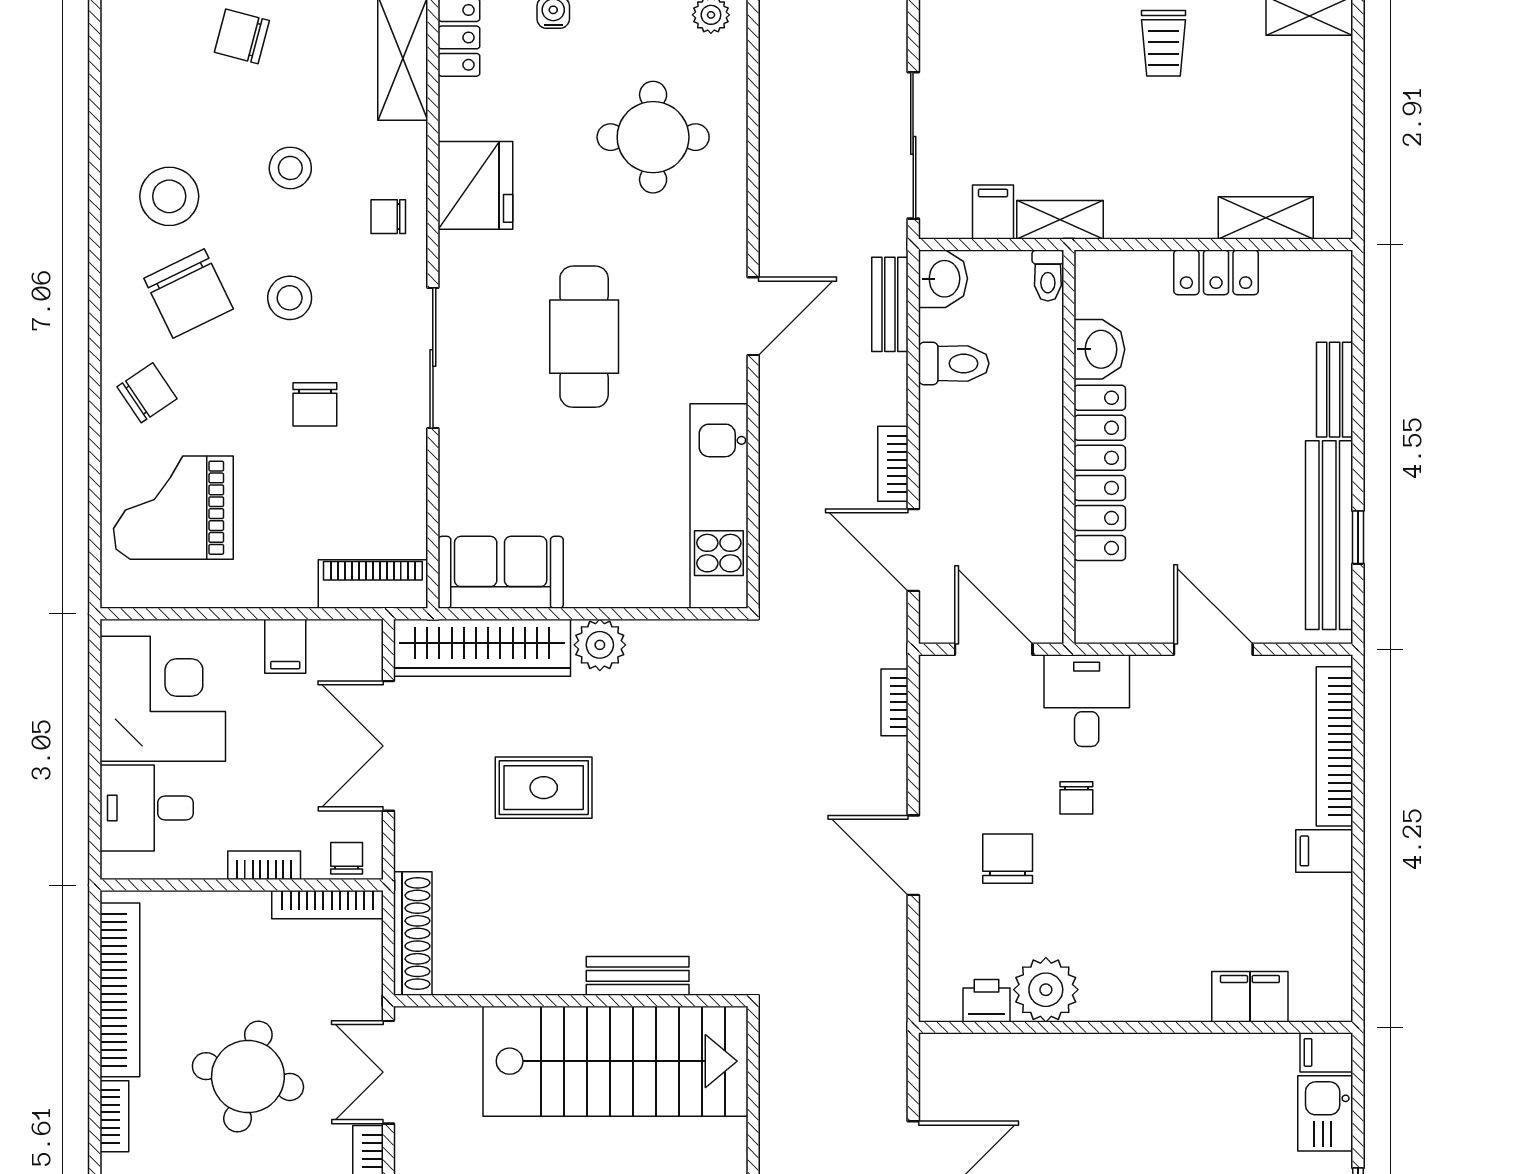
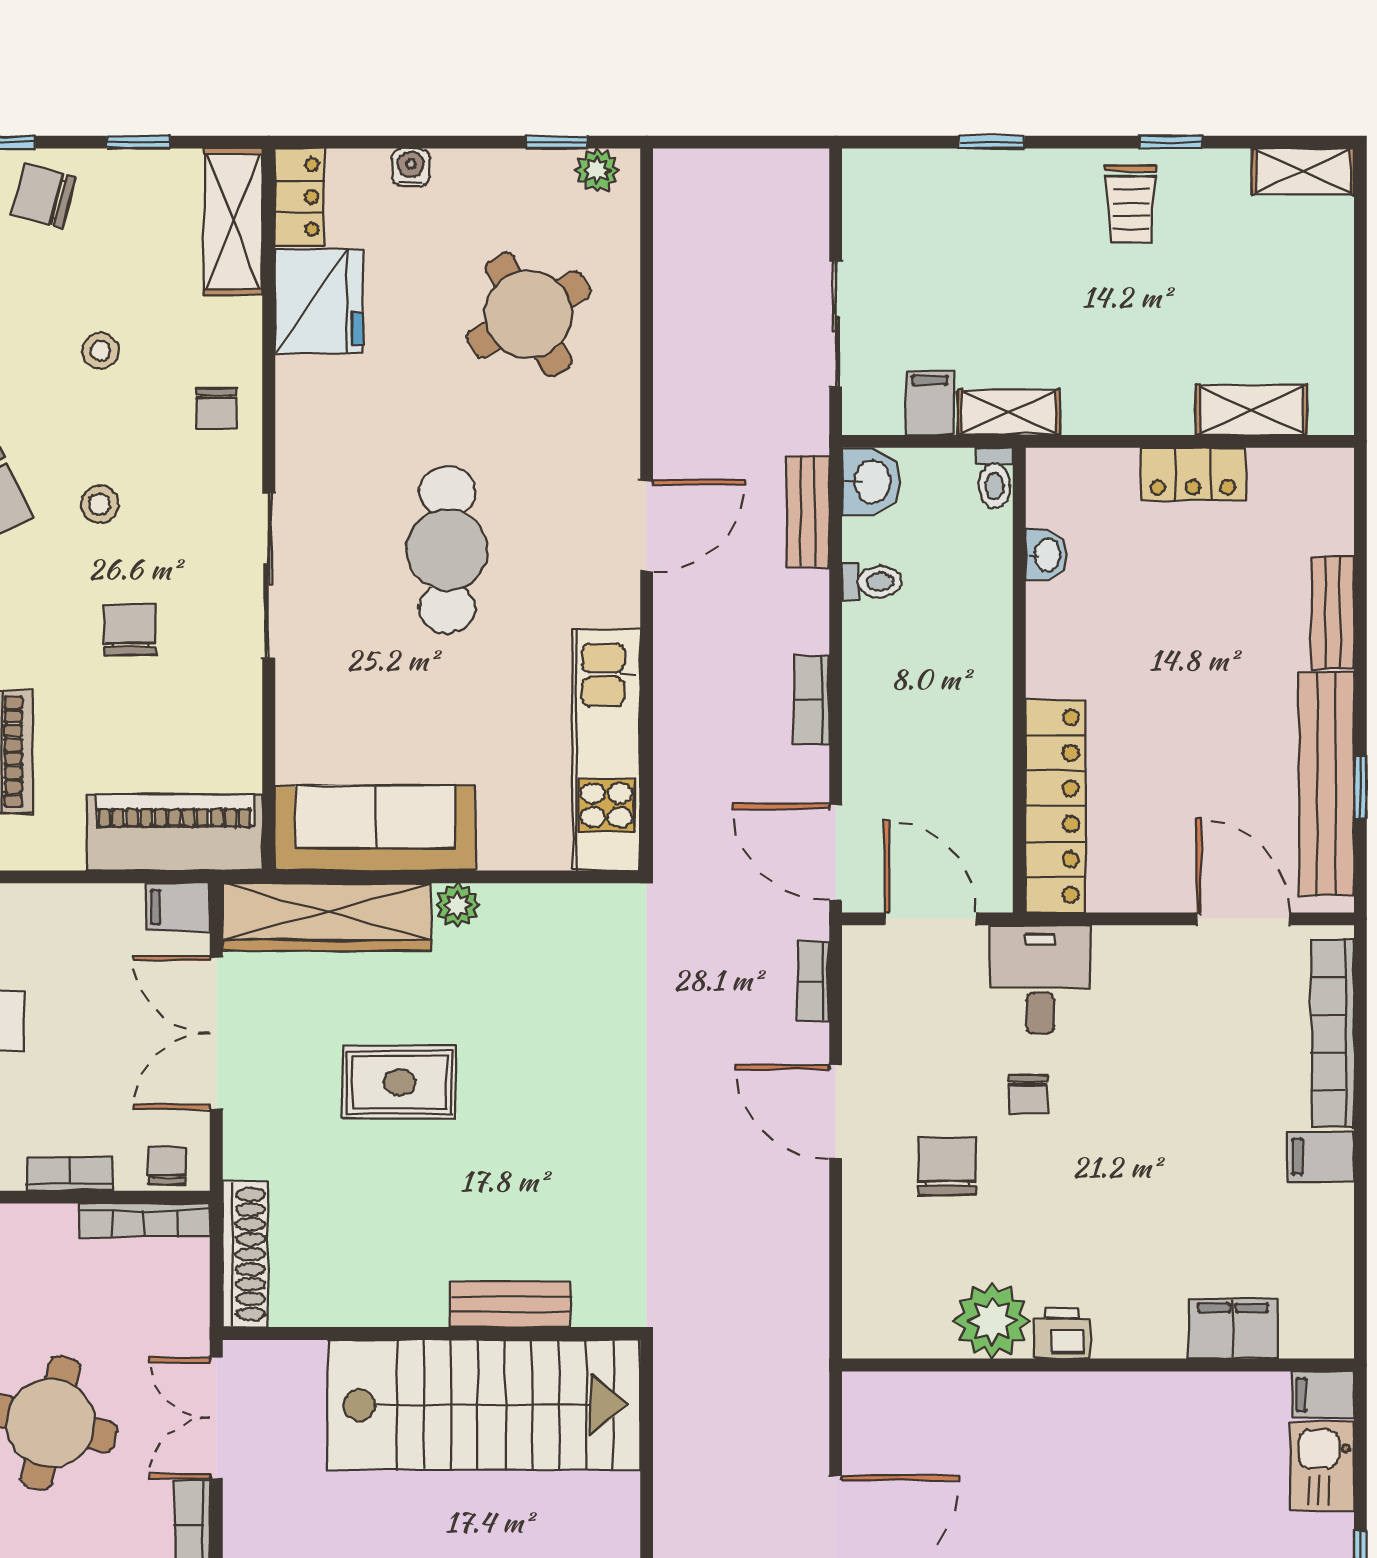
round table: (653, 137) -> (529, 315), turned -30
sliding door: (913, 145) -> (836, 324), width x0.73
stool: (290, 168) -> (101, 351), width x0.73, depth x0.73
fridge: (475, 185) -> (319, 301), moved
chair: (388, 217) -> (216, 408), turned -90
stool: (290, 298) -> (100, 504), width x0.73, depth x0.73
washbasin: (1099, 349) -> (1046, 555), width x0.72, depth x0.69
toilet: (954, 363) -> (872, 582), width x0.73, depth x0.72
chair: (315, 404) -> (130, 630), turned 180
locker: (1100, 473) -> (1056, 806), moved
door: (913, 550) -> (836, 853), moved
sofa: (501, 572) -> (375, 828), width x1.36
piano: (373, 584) -> (174, 832), width x1.37, depth x1.33
plant: (600, 645) -> (457, 905), width x0.73, depth x0.73
filing cabinet: (285, 646) -> (178, 907), moved, turned 90
door: (1213, 649) -> (1243, 919), moved
door: (913, 855) -> (836, 1112), moved
printer: (987, 1001) -> (1062, 1334), moved

